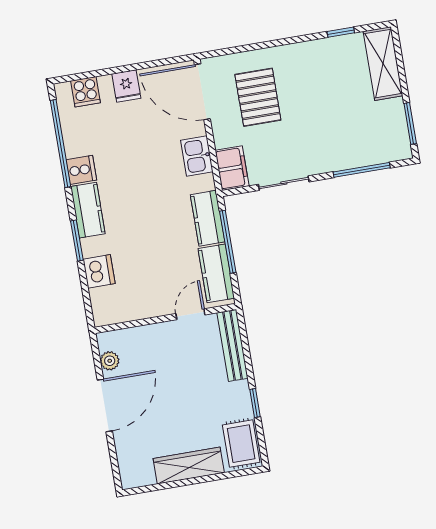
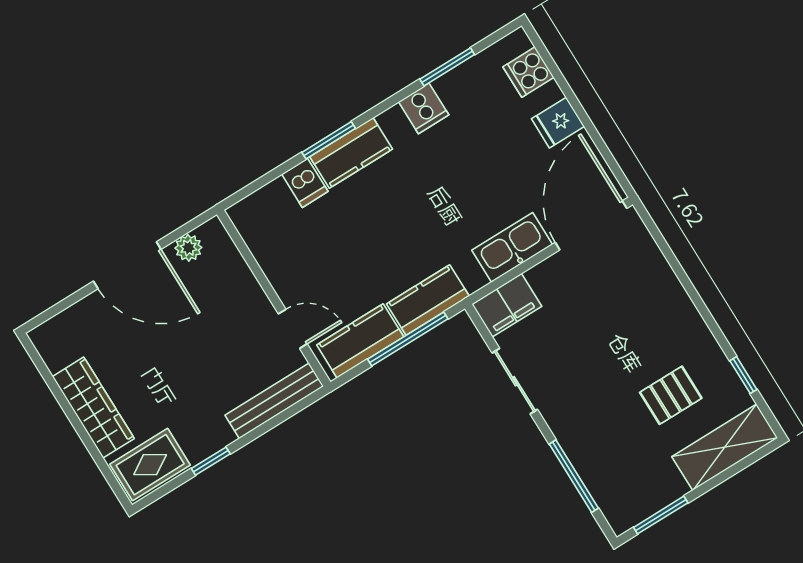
pallet: (258, 97) -> (671, 395), moved, width x0.67, depth x0.71
window: (60, 143) -> (447, 67), width x0.47
kitchen sink: (197, 156) -> (512, 247), width x1.38
kitchen counter: (88, 210) -> (351, 153), moved
dishwasher: (99, 271) -> (305, 183), width x0.73

